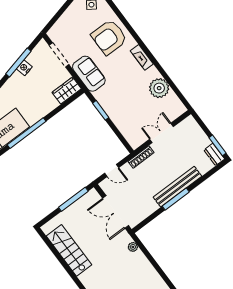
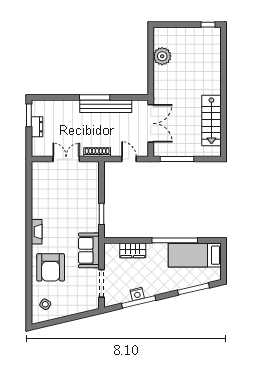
armchair: (109, 37) -> (51, 267), turned 90
plant: (159, 88) -> (41, 196), removed
wardrobe: (67, 91) -> (133, 250), moved
double door: (162, 133) -> (66, 159), swing flipped
dresser: (214, 155) -> (37, 127), moved
bench: (177, 187) -> (106, 106), moved
plant: (133, 247) -> (162, 56), moved, width x1.88, depth x1.88

